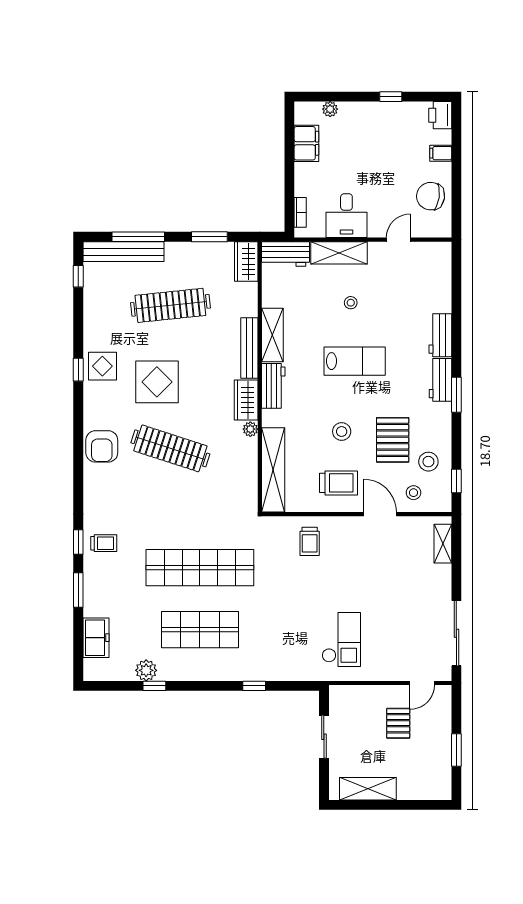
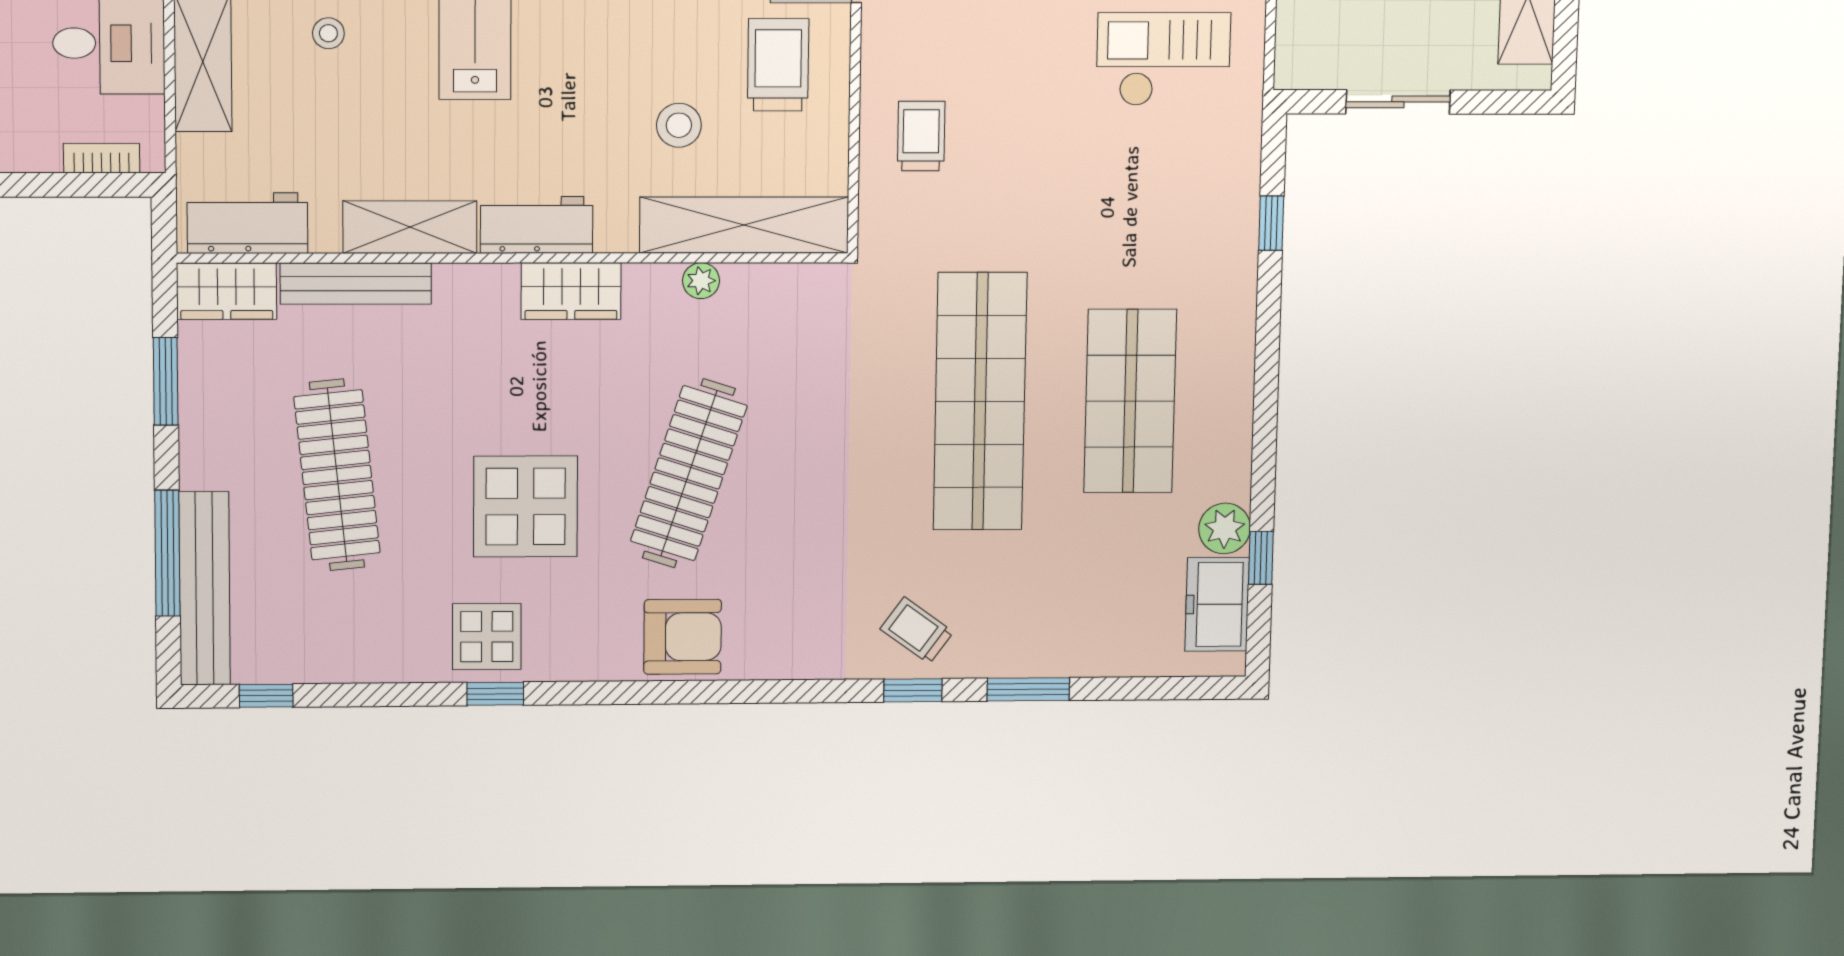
workbench: (286, 254) -> (247, 223), moved, turned -90
bench: (249, 348) -> (356, 284), moved
plant: (250, 429) -> (701, 281), moved
stool: (342, 431) -> (679, 125), moved
trolley: (310, 541) -> (921, 136), turned -90
trolley: (104, 543) -> (917, 630), turned -54
freezer: (96, 638) -> (1217, 604), moved, turned -90
window: (154, 686) -> (1261, 558), moved
window: (254, 686) -> (1271, 223), moved

